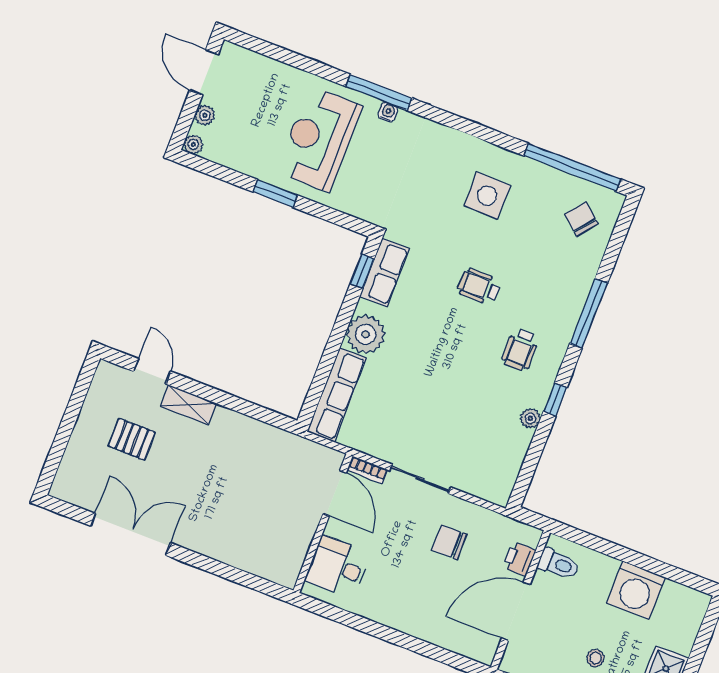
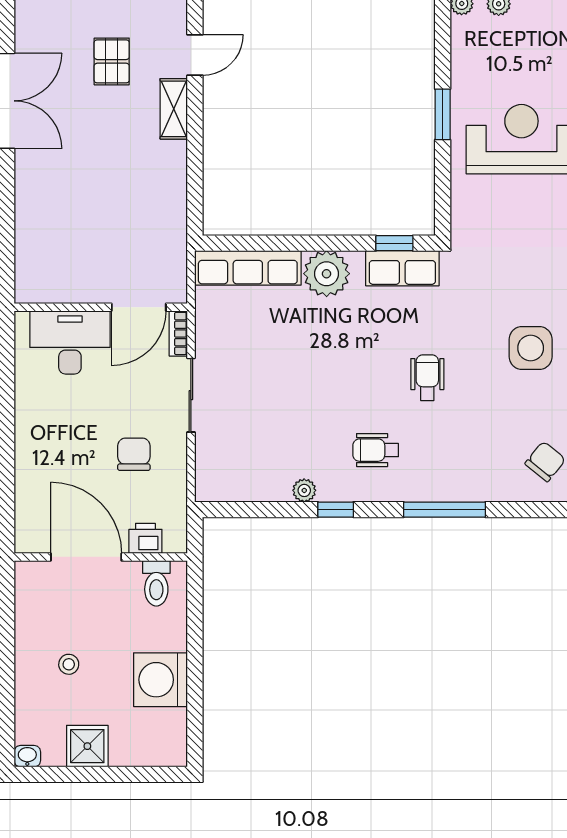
desk: (338, 567) -> (70, 342), width x1.37

